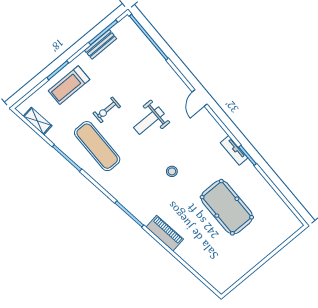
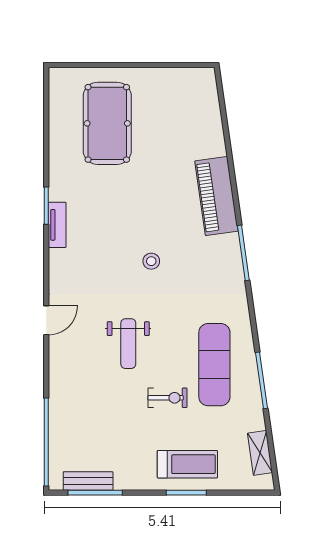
bench: (101, 44) -> (88, 481), moved
weight bench: (149, 121) -> (128, 344), turned 90
pool table: (227, 207) -> (107, 123), moved
piano: (165, 233) -> (216, 196), width x1.37, depth x1.33

